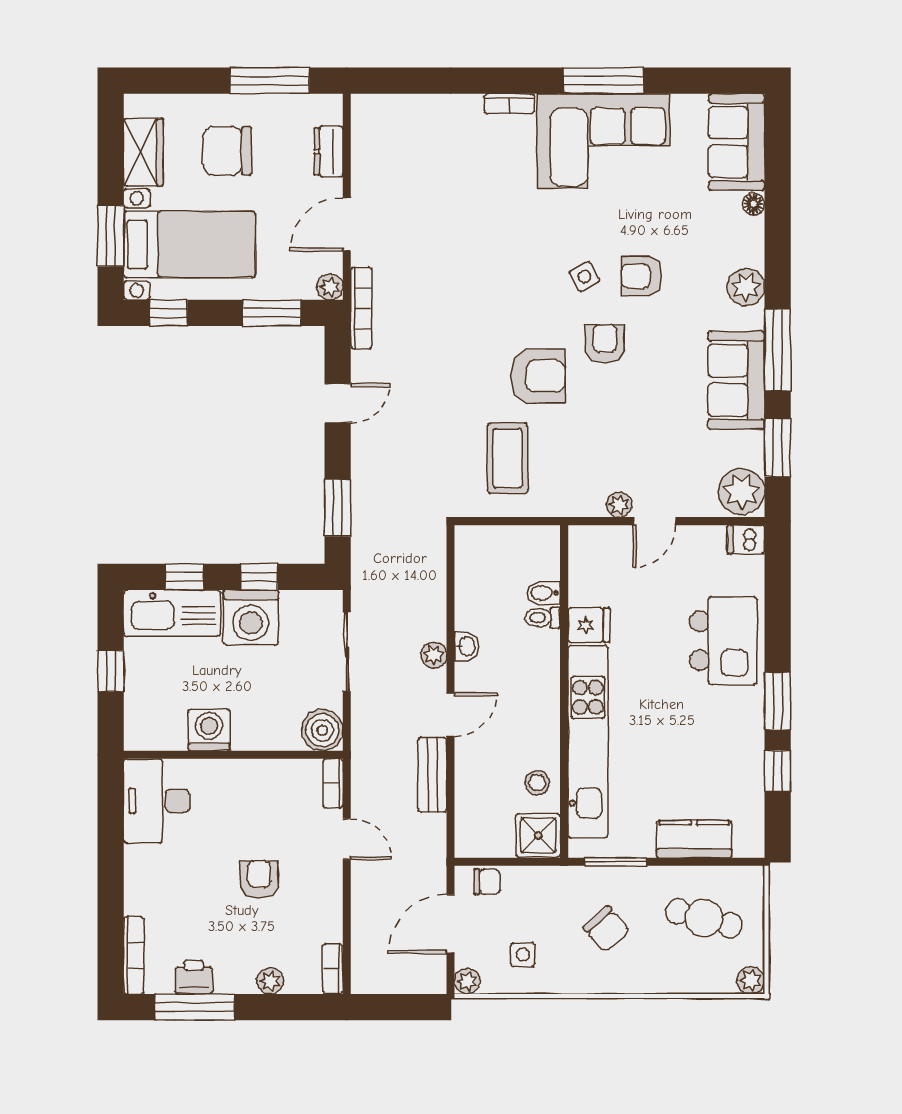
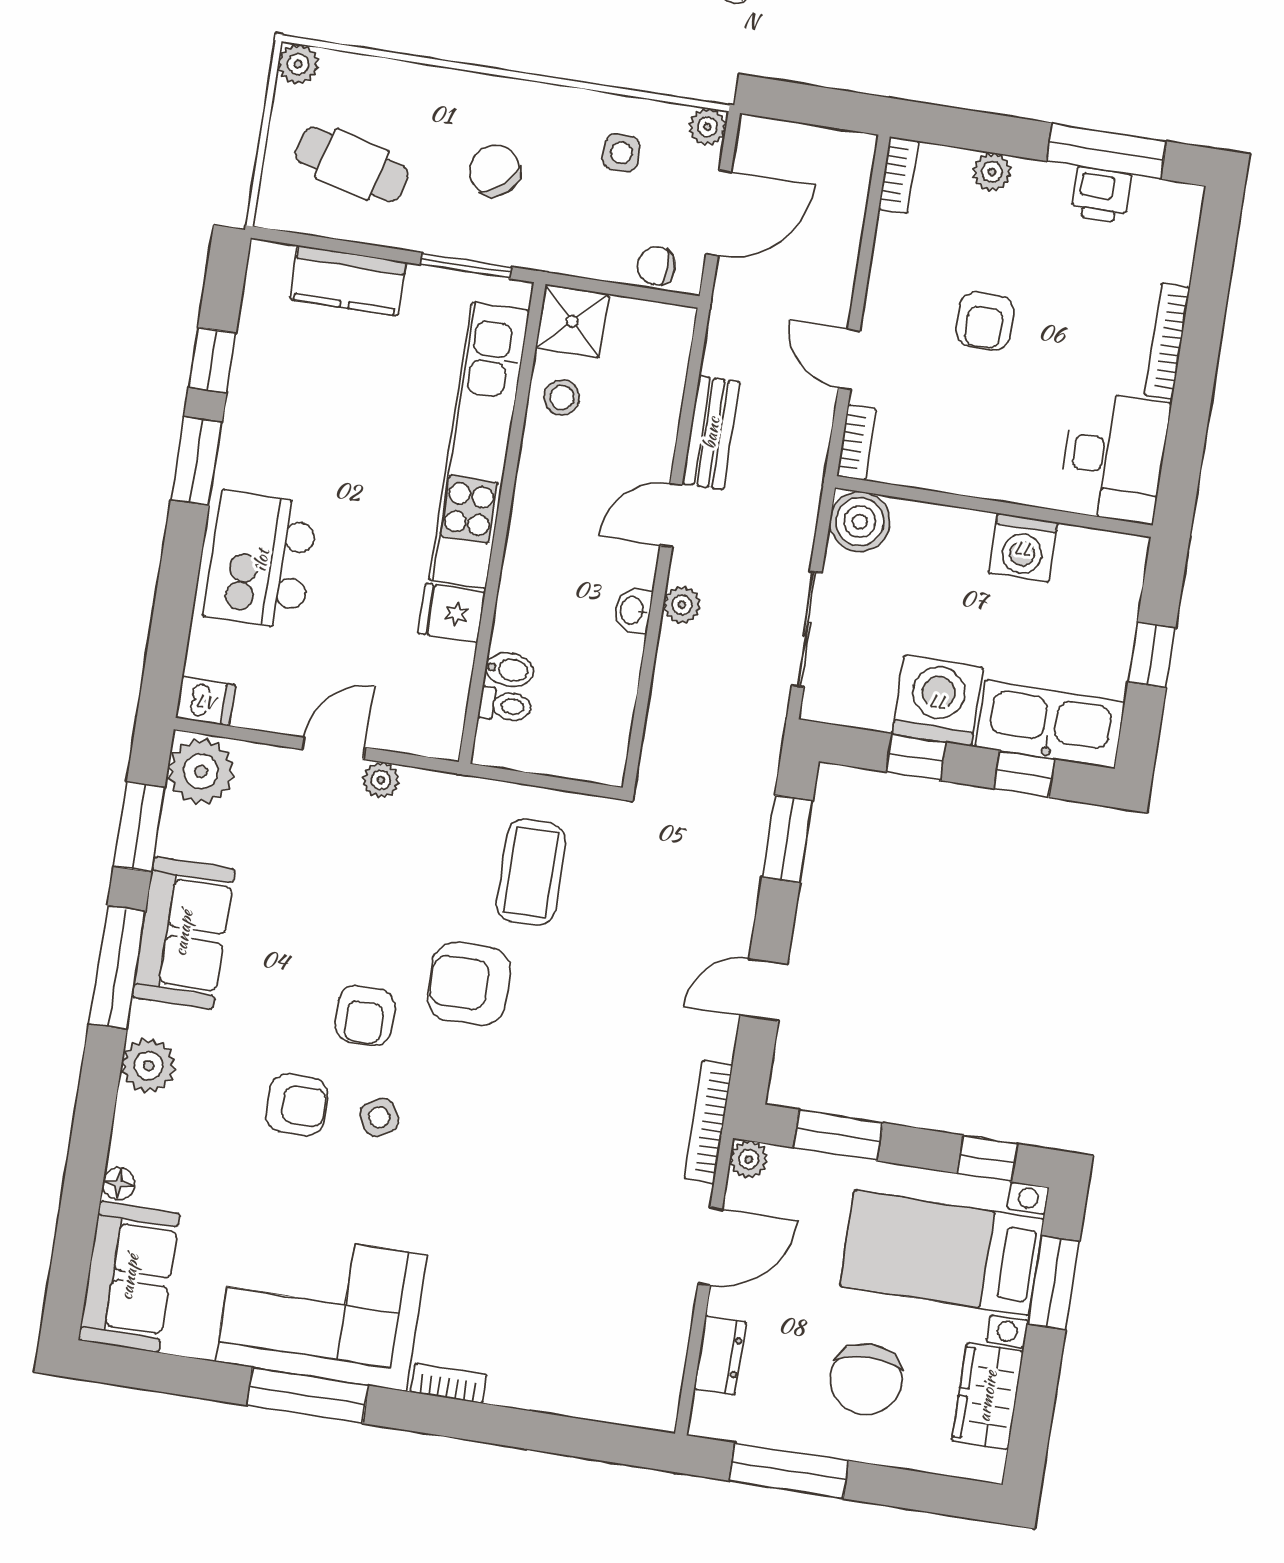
chair: (227, 151) -> (866, 1379), turned 90
toilet: (543, 618) -> (505, 705), moved
bookcase: (134, 955) -> (1167, 341), moved

